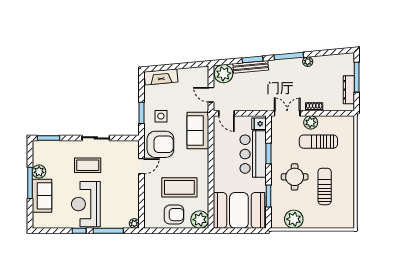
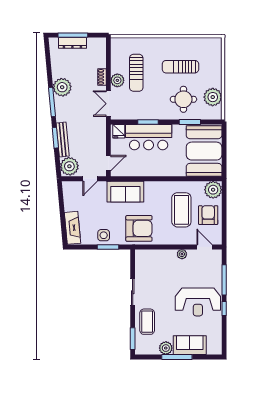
plant: (308, 62) -> (62, 87), width x1.88, depth x1.88
dresser: (349, 90) -> (72, 43), moved
side table: (161, 116) -> (104, 235), moved
armchair: (160, 144) -> (139, 228), turned 90
coffee table: (88, 165) -> (147, 322), moved
door: (142, 166) -> (204, 247), moved
round table: (295, 177) -> (183, 99), moved
plant: (134, 223) -> (182, 254), moved

